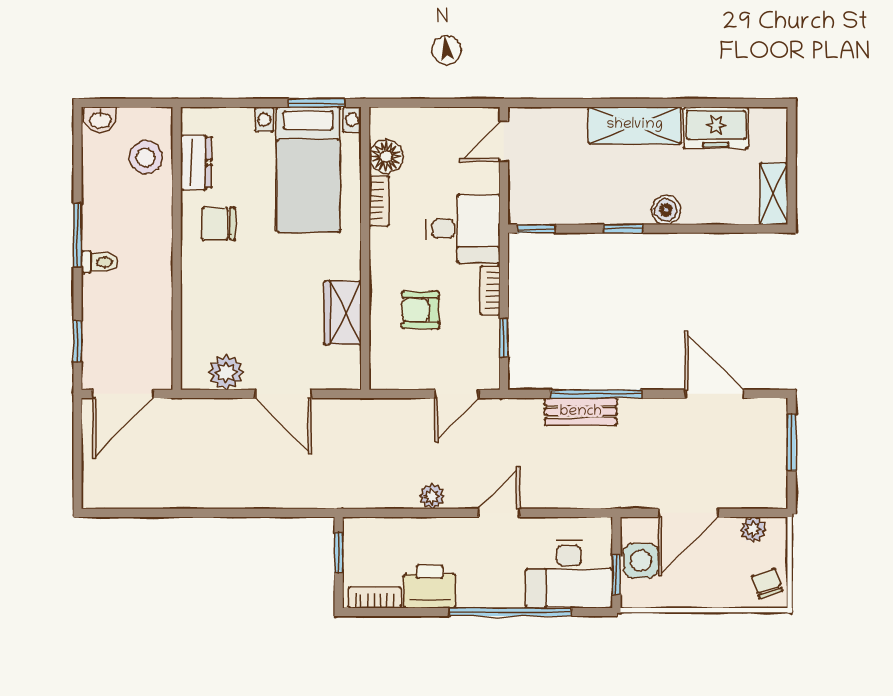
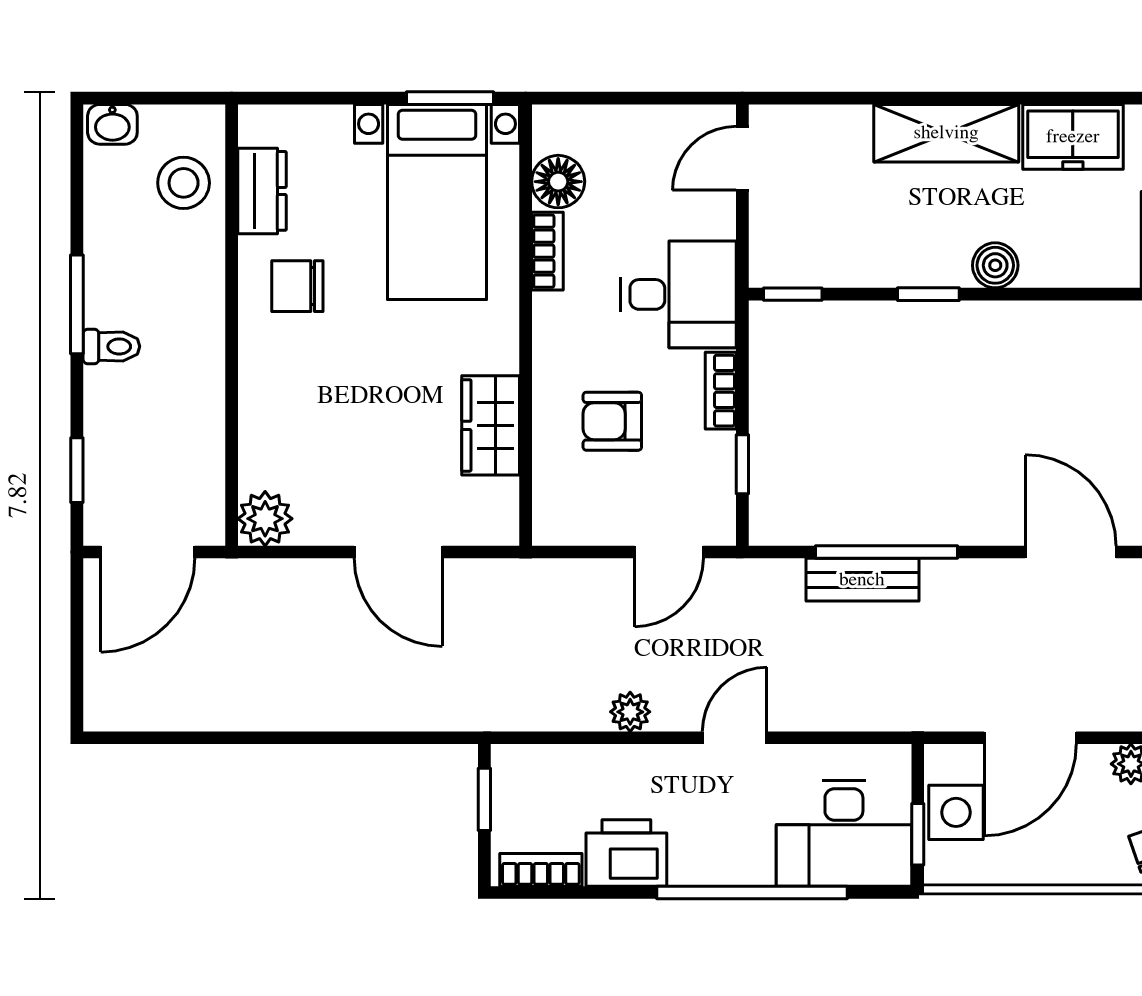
plant: (226, 372) -> (265, 519), moved

